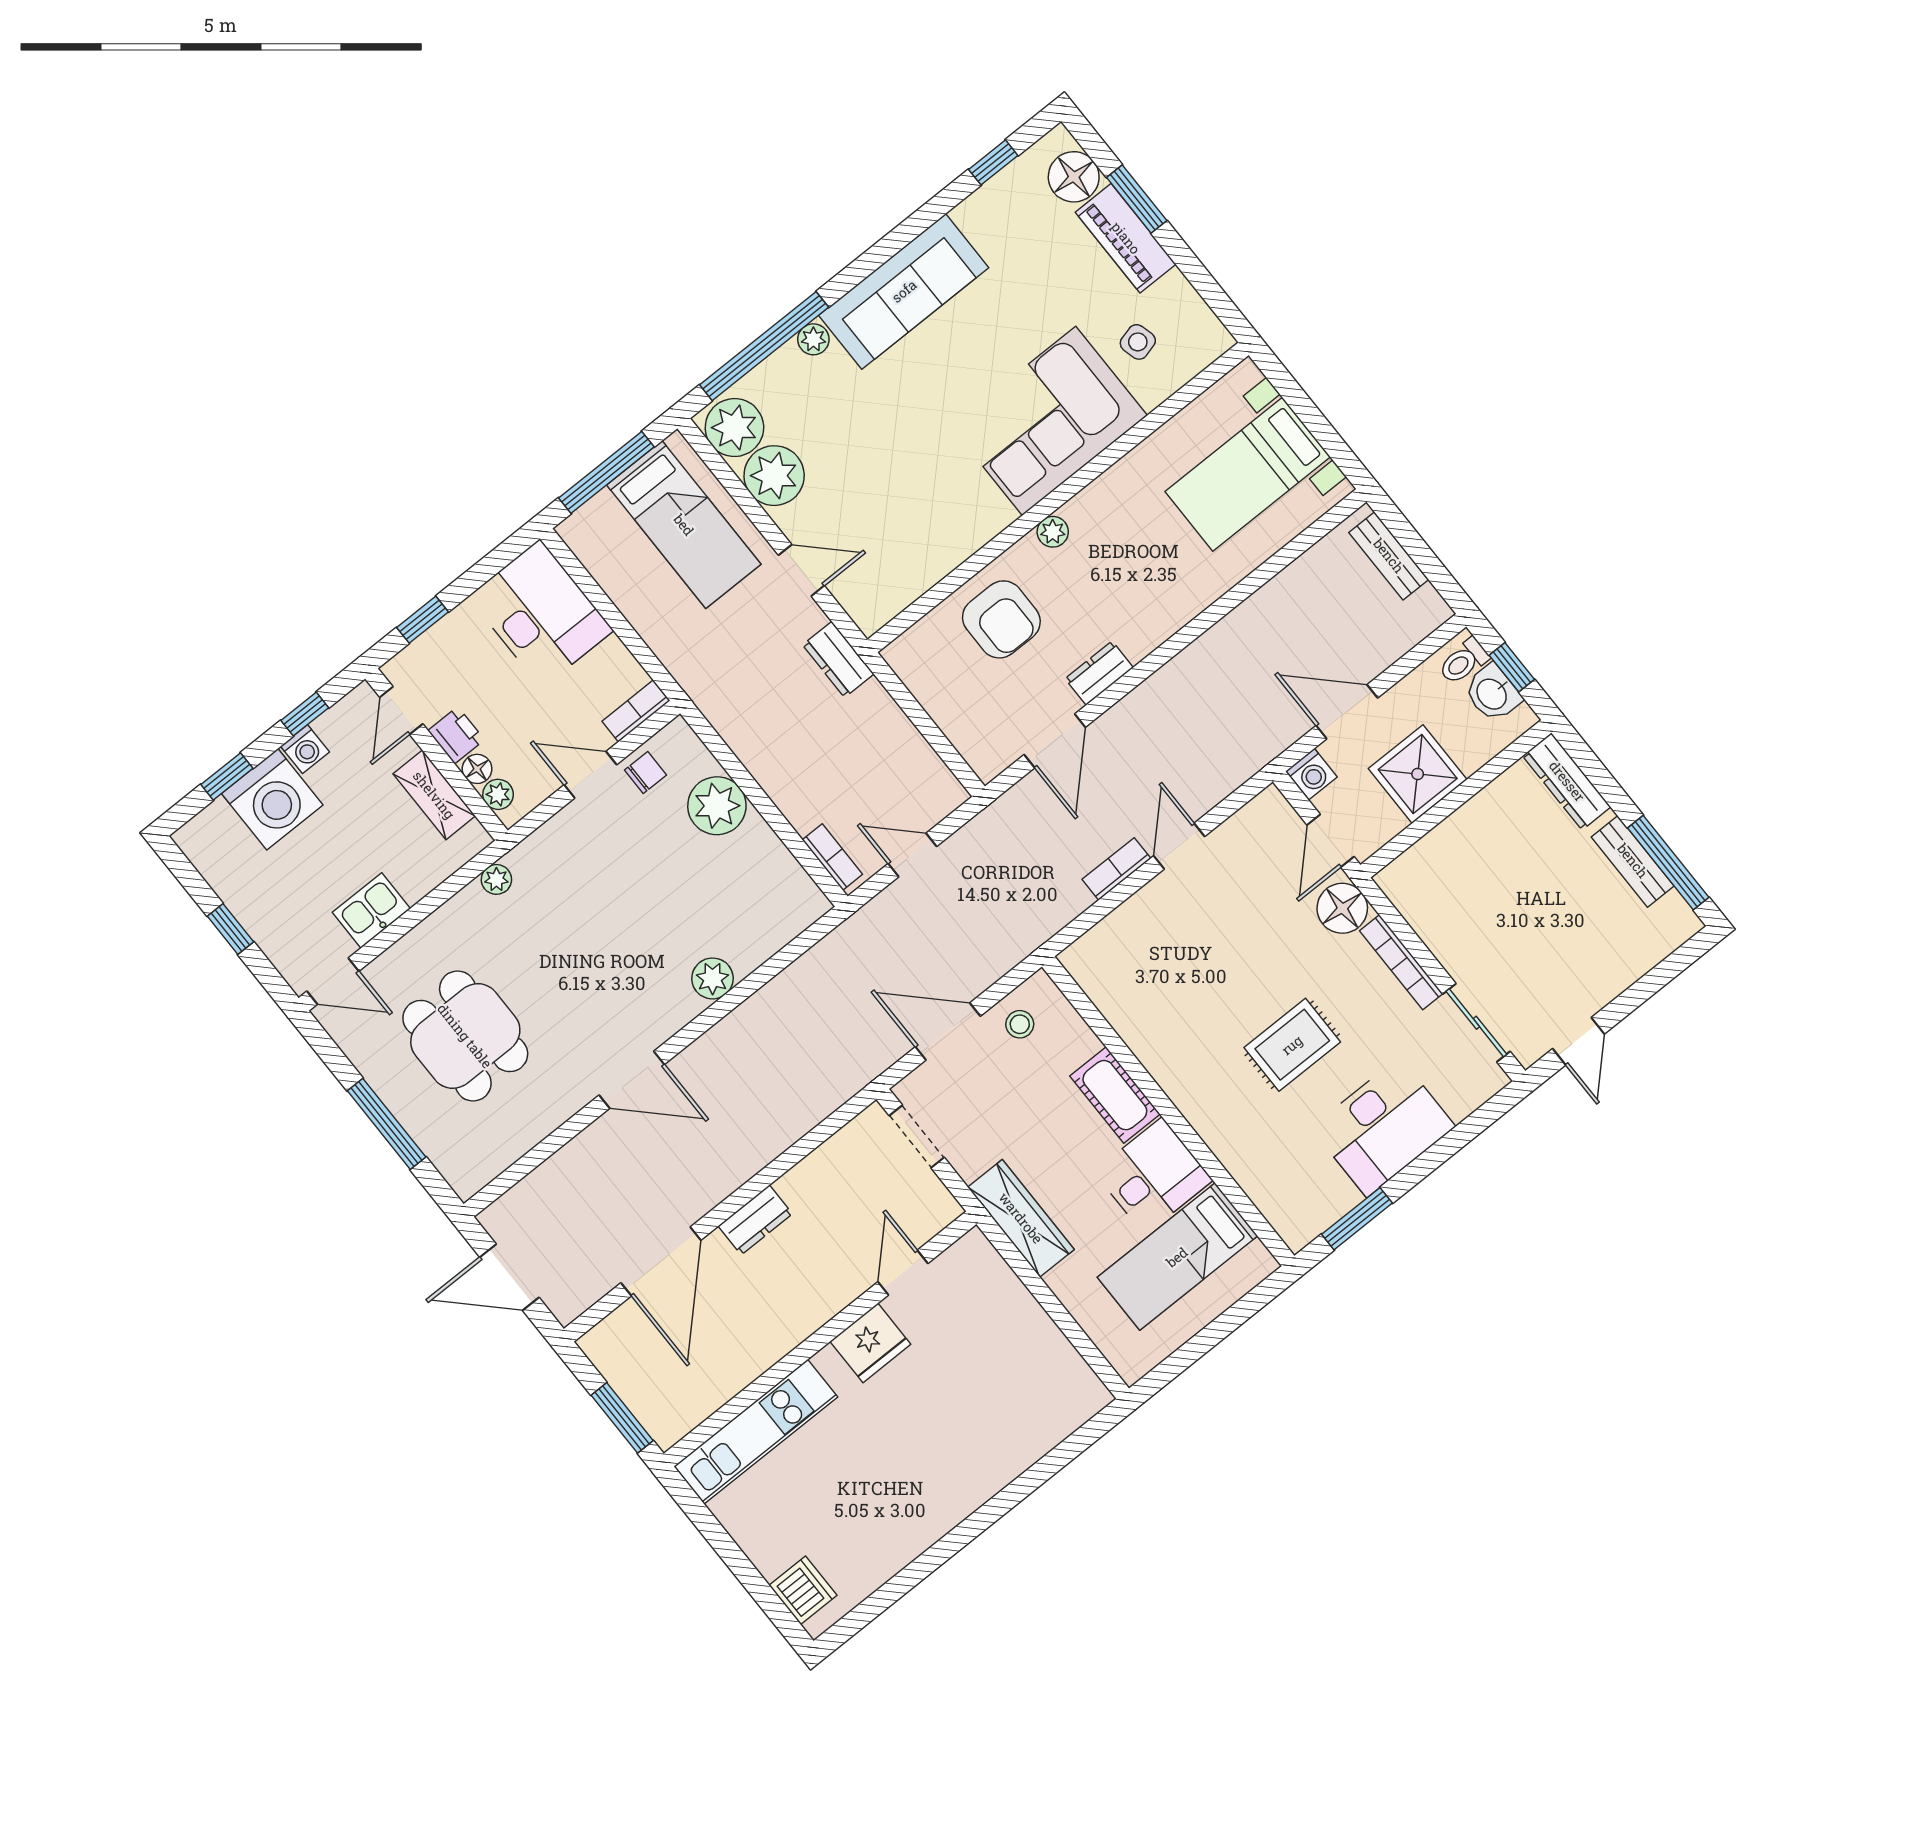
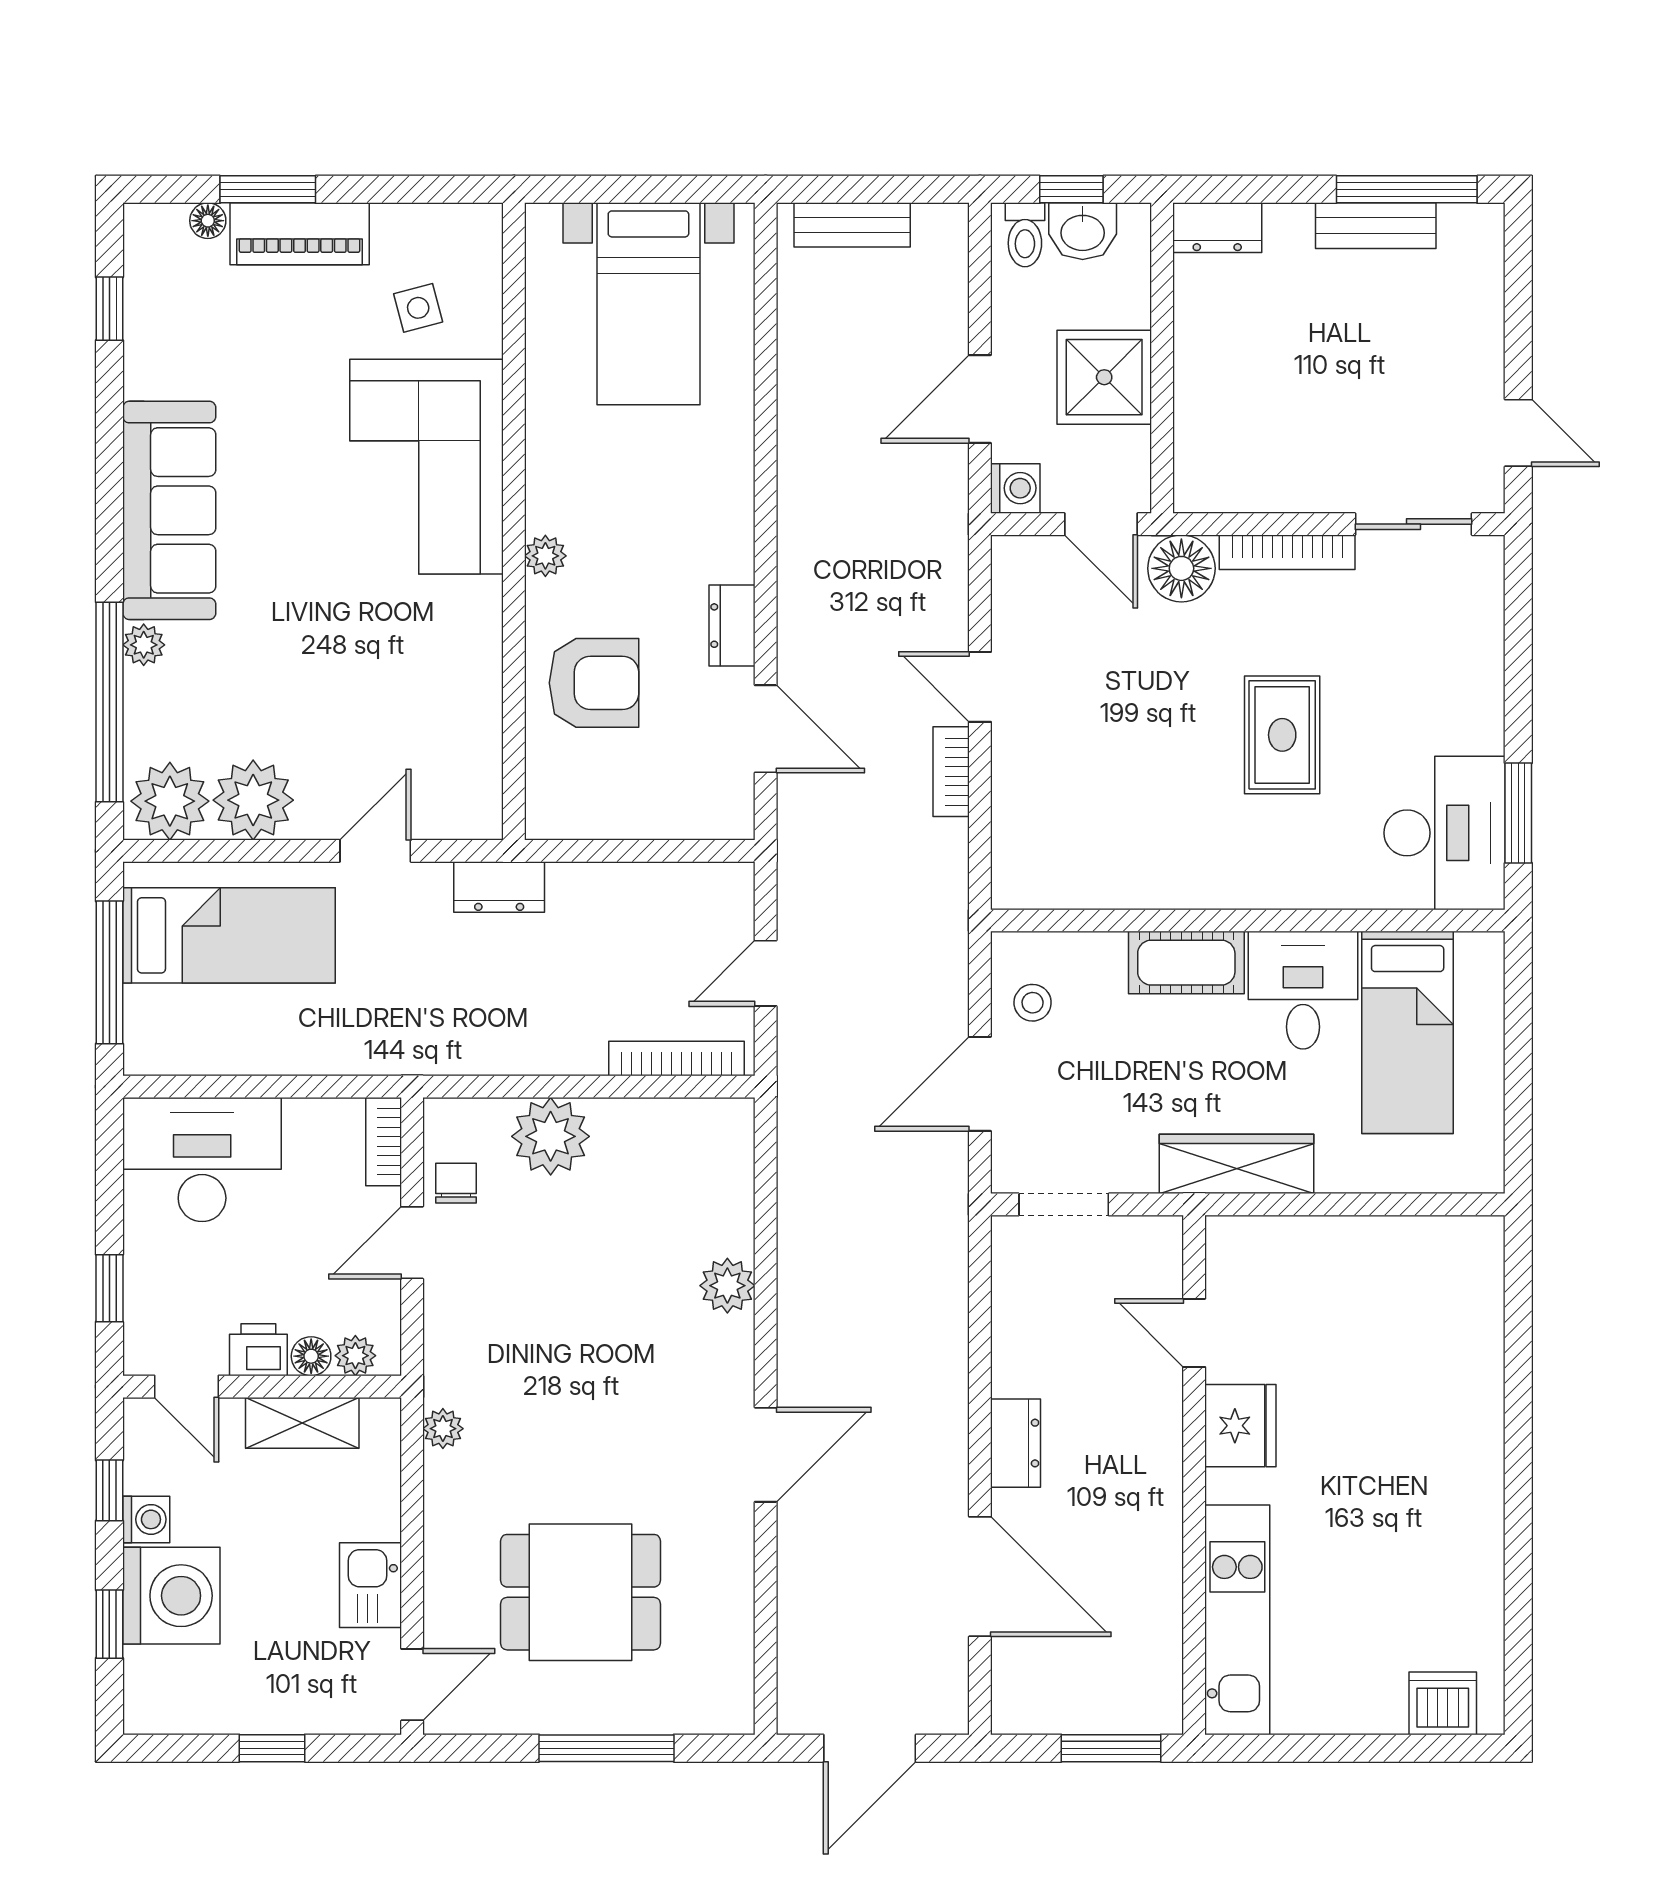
floor lamp: (1074, 177) -> (208, 221), width x0.53, depth x0.53
dresser: (1567, 781) -> (1217, 228), width x0.70
bookcase: (832, 857) -> (676, 1059), width x1.56
desk: (1383, 1127) -> (1444, 833), moved

